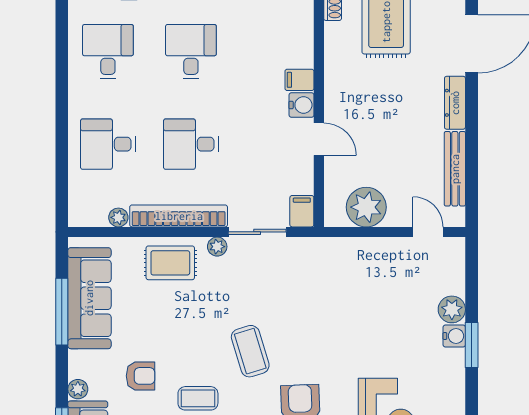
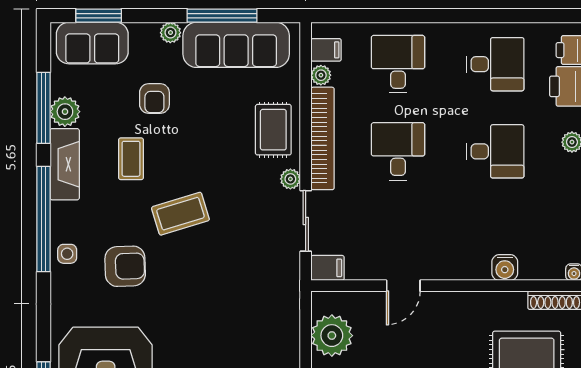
filing cabinet: (299, 80) -> (326, 50), moved, turned 90
water cooler: (301, 105) -> (505, 268), moved
plant: (78, 389) -> (170, 33), moved

